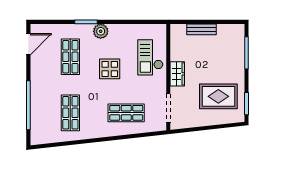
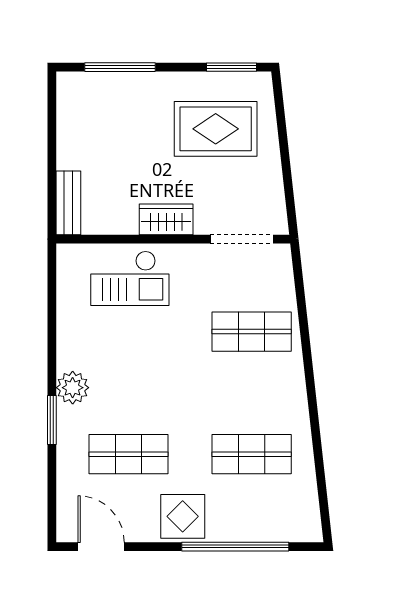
bench: (201, 29) -> (68, 203), moved
display table: (110, 69) -> (183, 516), moved
rug: (218, 96) -> (216, 129), turned 90
shop shelf: (126, 113) -> (252, 332), turned 90

